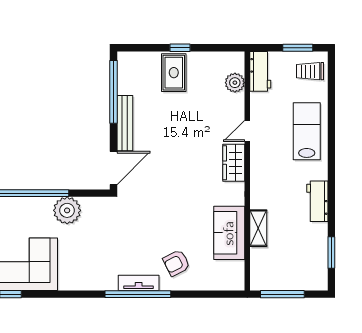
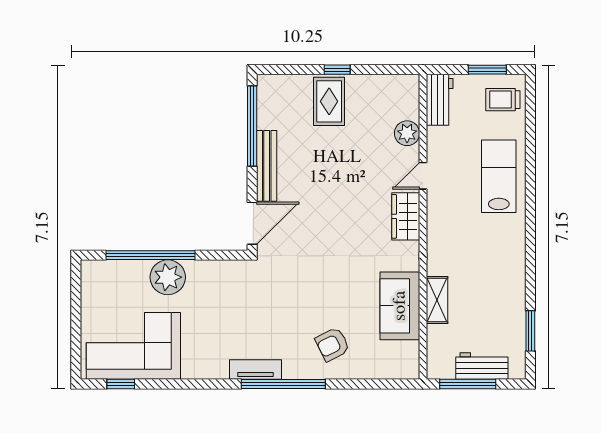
plant: (235, 83) -> (407, 133), moved
workbench: (317, 201) -> (482, 366), moved, turned 90
plant: (67, 210) -> (168, 277), moved
tv unit: (139, 283) -> (256, 370), moved

